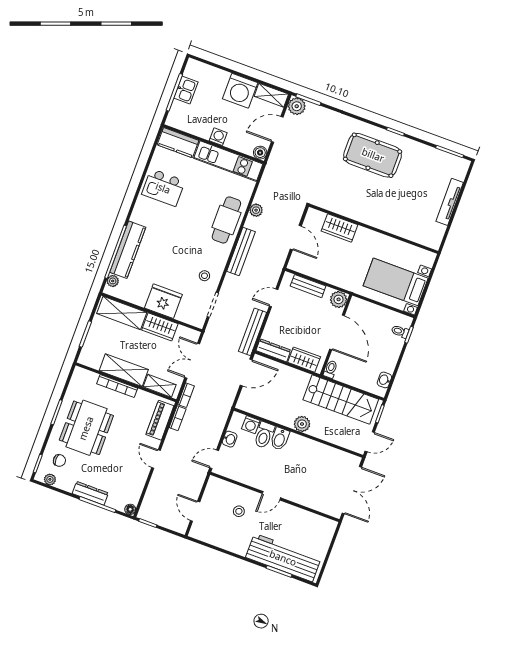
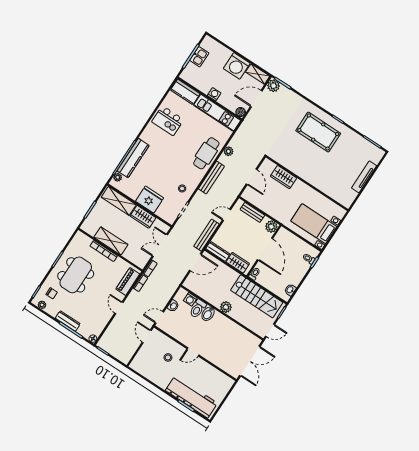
shelving: (160, 386) -> (133, 258), removed
door: (195, 511) -> (147, 336), moved

